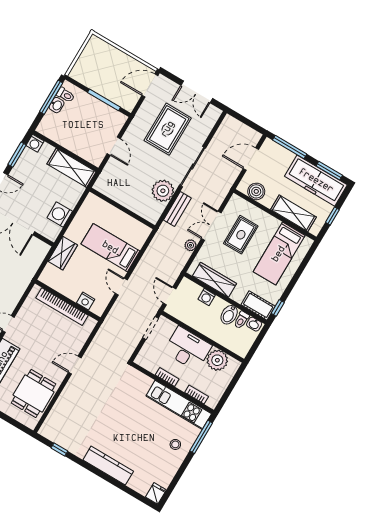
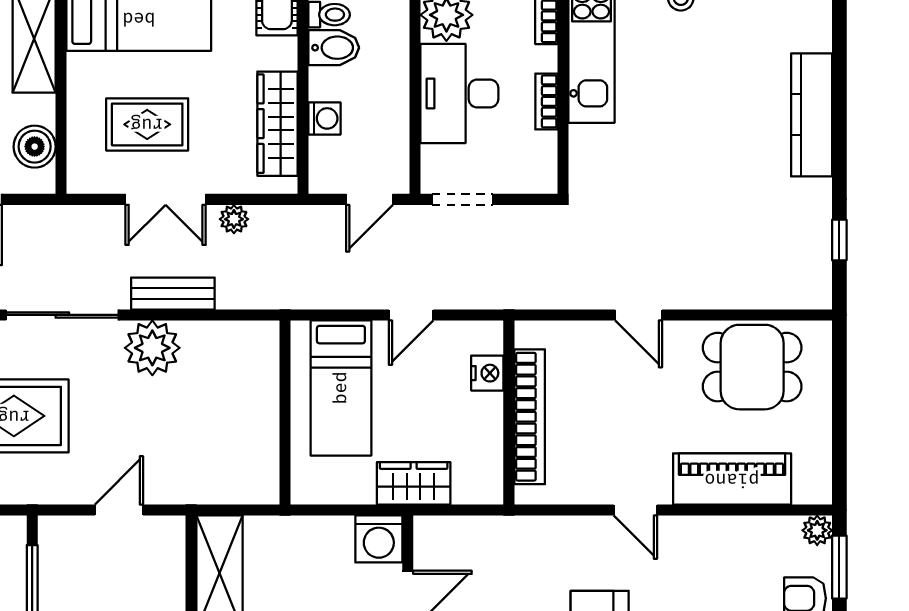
wall: (122, 208) -> (285, 412), moved
washing machine: (60, 215) -> (379, 539), moved

